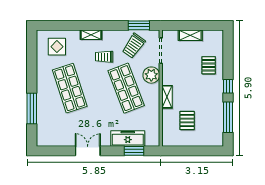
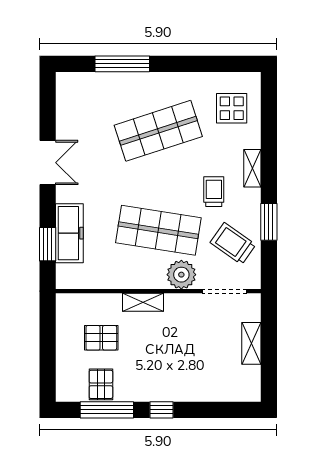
window: (139, 25) -> (269, 222), moved
pallet: (209, 65) -> (101, 384), moved, turned 90
shop shelf: (126, 88) -> (158, 230), turned 30

